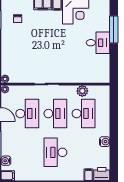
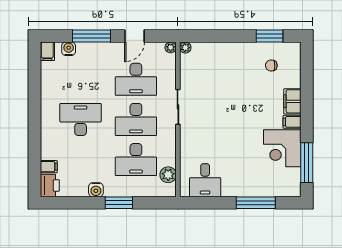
desk: (98, 43) -> (205, 180), moved
plant: (82, 91) -> (168, 175), moved
window: (114, 125) -> (119, 203), added

